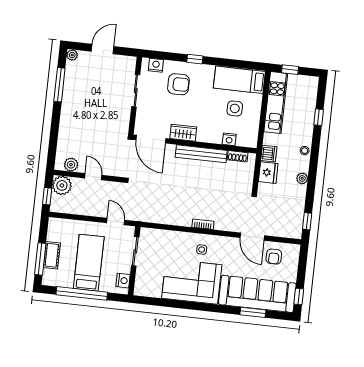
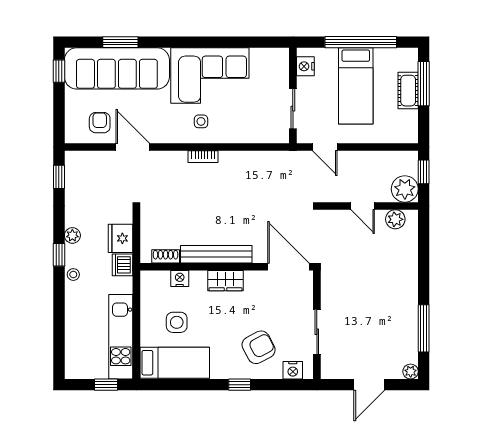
armchair: (178, 84) -> (259, 347), turned 152
window: (319, 117) -> (59, 255), moved
wardrobe: (183, 133) -> (226, 281), moved

